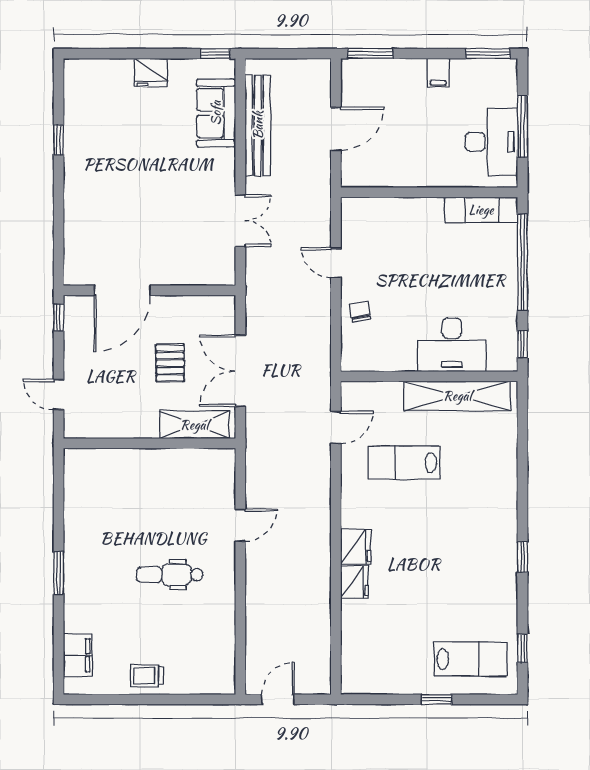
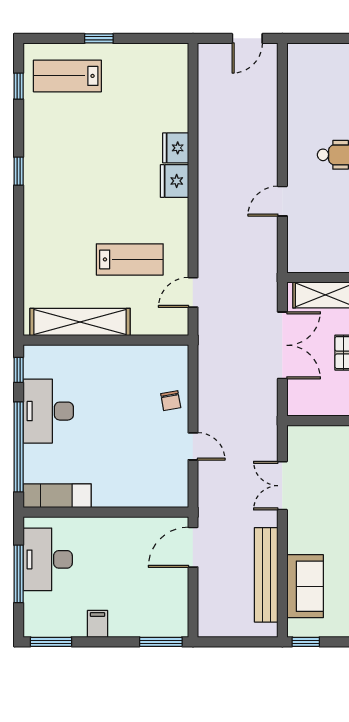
door: (336, 129) -> (193, 547), moved
desk: (452, 345) -> (48, 411), moved, turned -90

